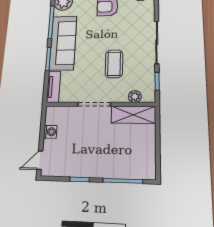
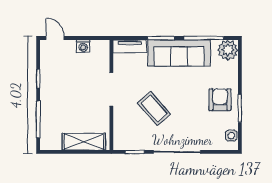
coffee table: (114, 64) -> (154, 108), turned 49
plant: (135, 97) -> (119, 130), removed
shelving: (133, 115) -> (84, 142), moved, turned 90

